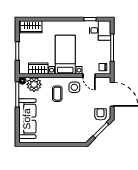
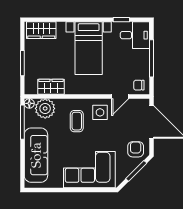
bed with nightstands: (65, 55) -> (89, 48), moved, turned 180
door: (89, 76) -> (120, 97), hinge flipped
corner sofa: (67, 129) -> (89, 170), added

